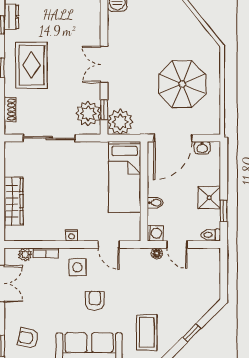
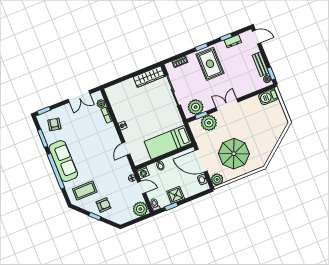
rug: (31, 65) -> (210, 64), turned 90
plant: (120, 122) -> (209, 123), moved
plant: (211, 125) -> (217, 179), added
wardrobe: (14, 201) -> (149, 77), moved
door: (177, 244) -> (142, 187), swing flipped
plant: (209, 260) -> (140, 209), added
side table: (77, 267) -> (106, 136), removed
armchair: (95, 301) -> (104, 205), moved

